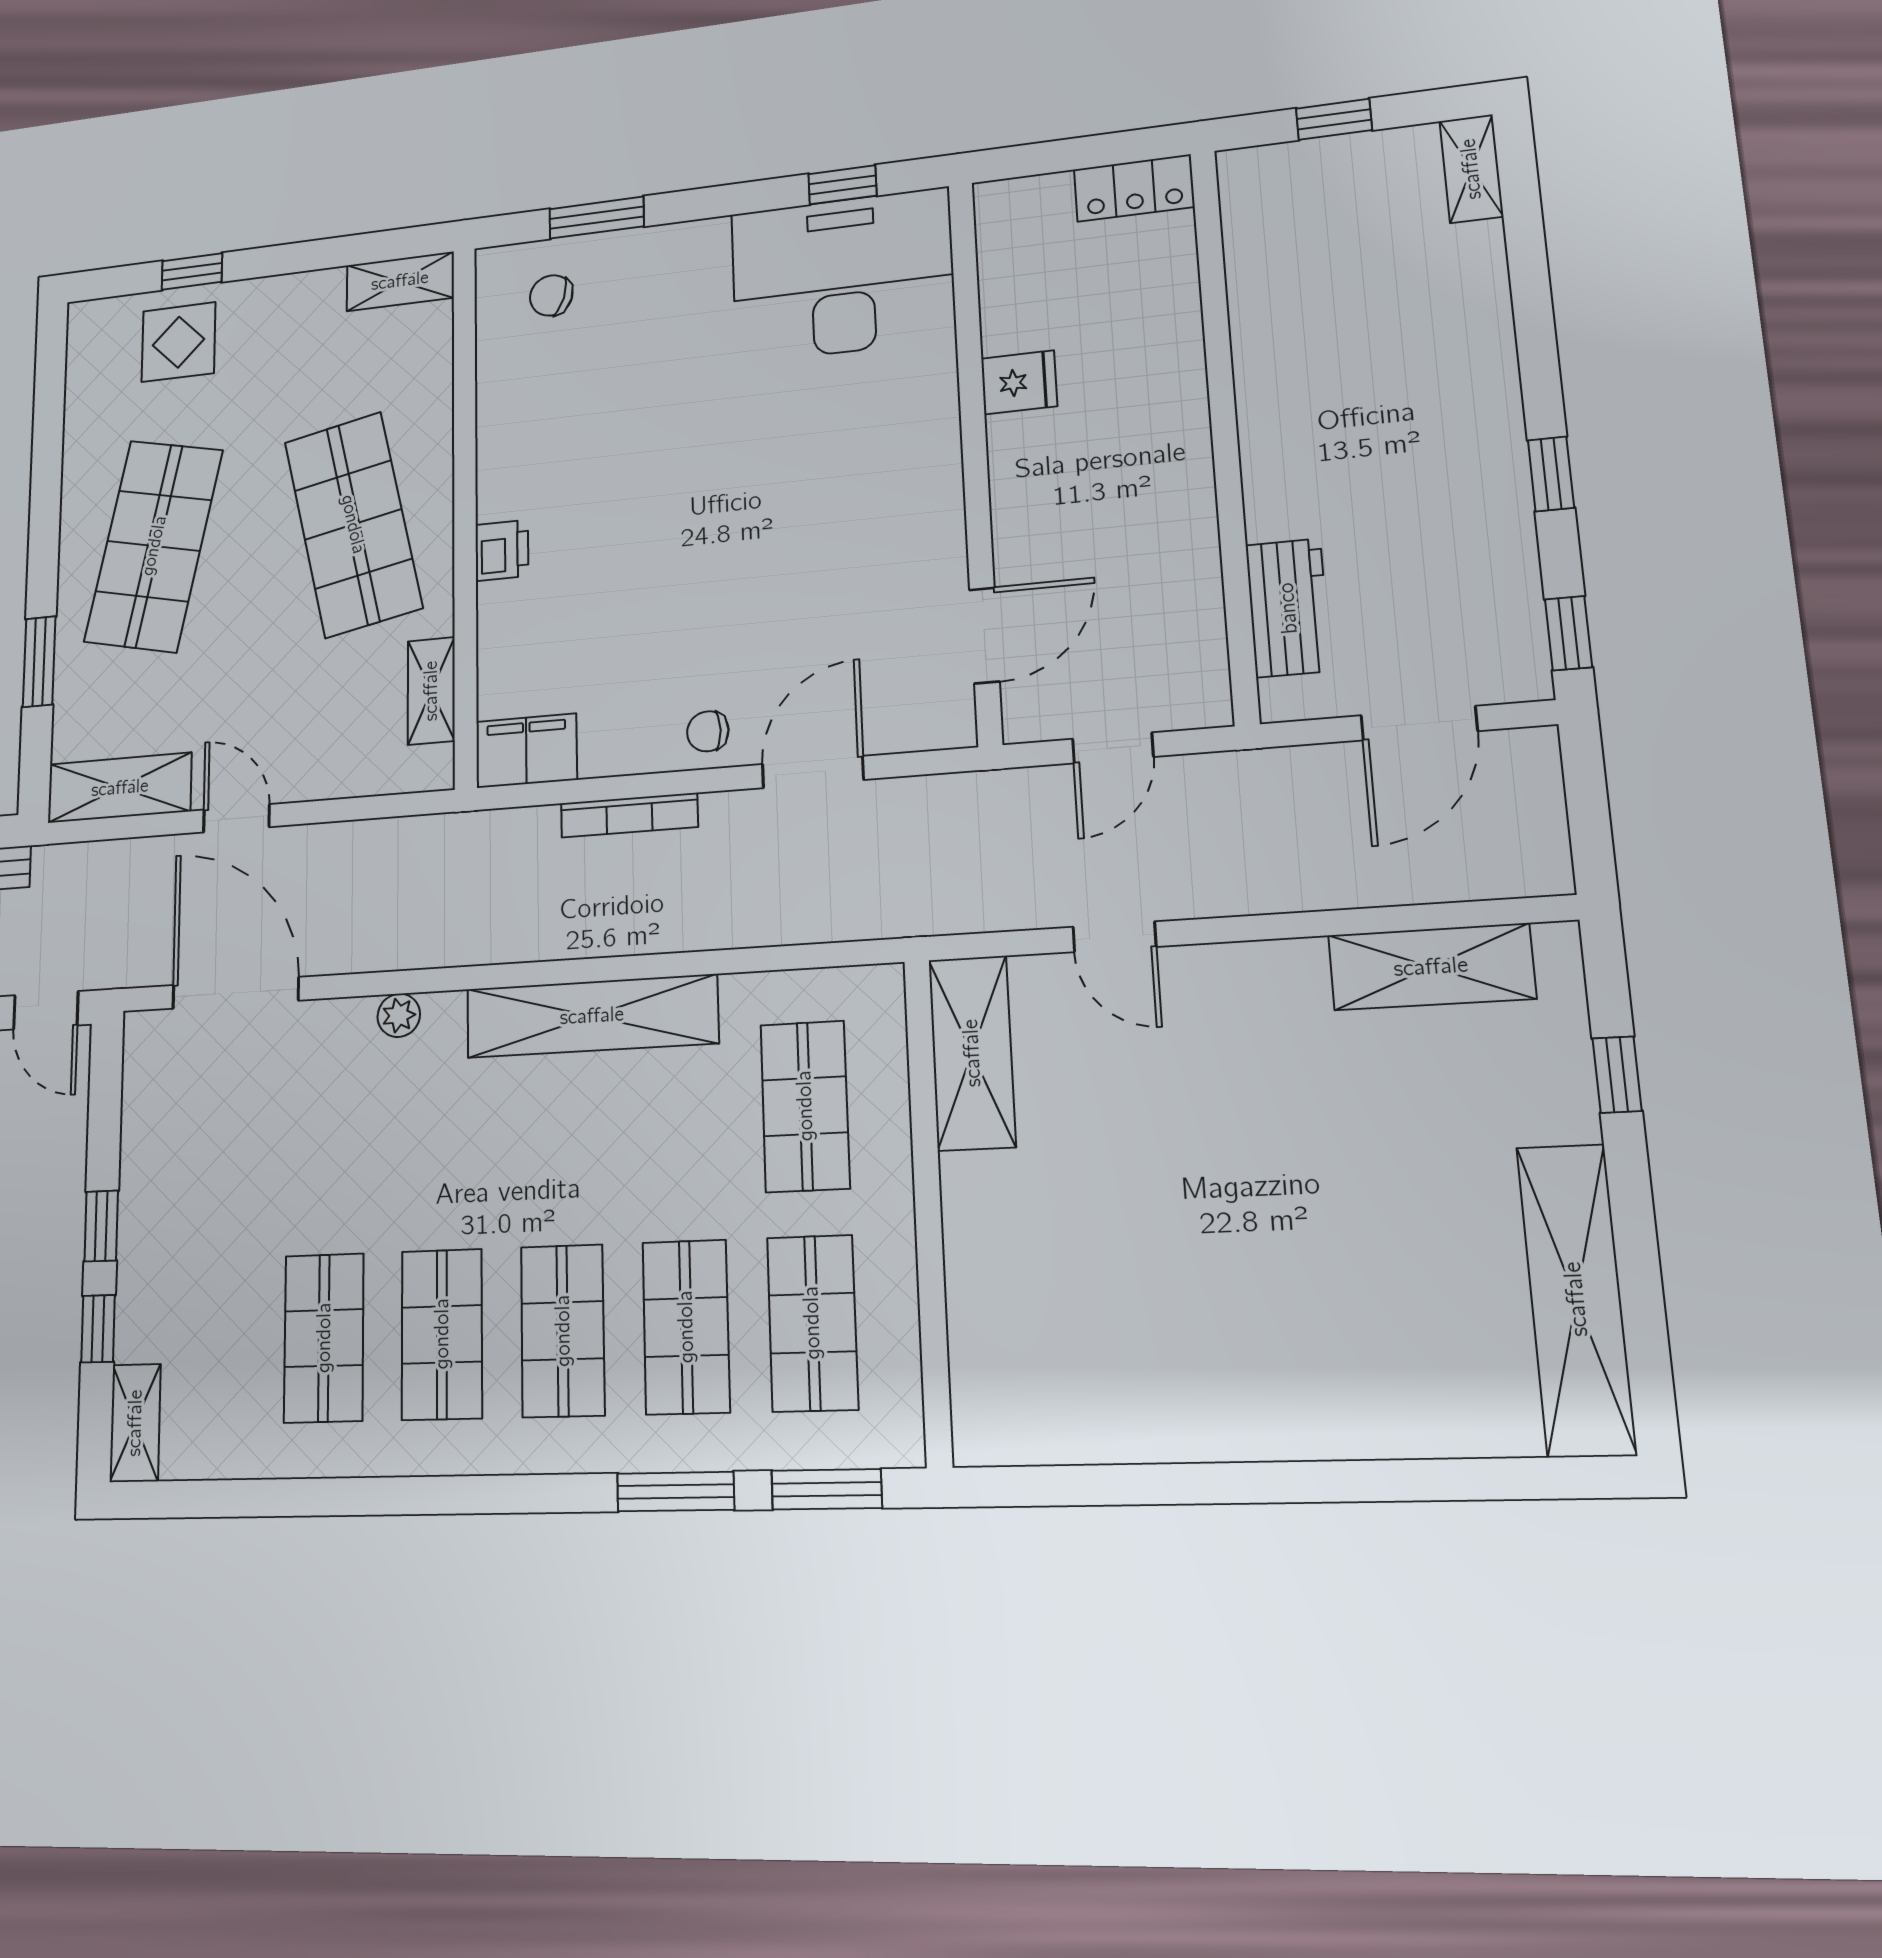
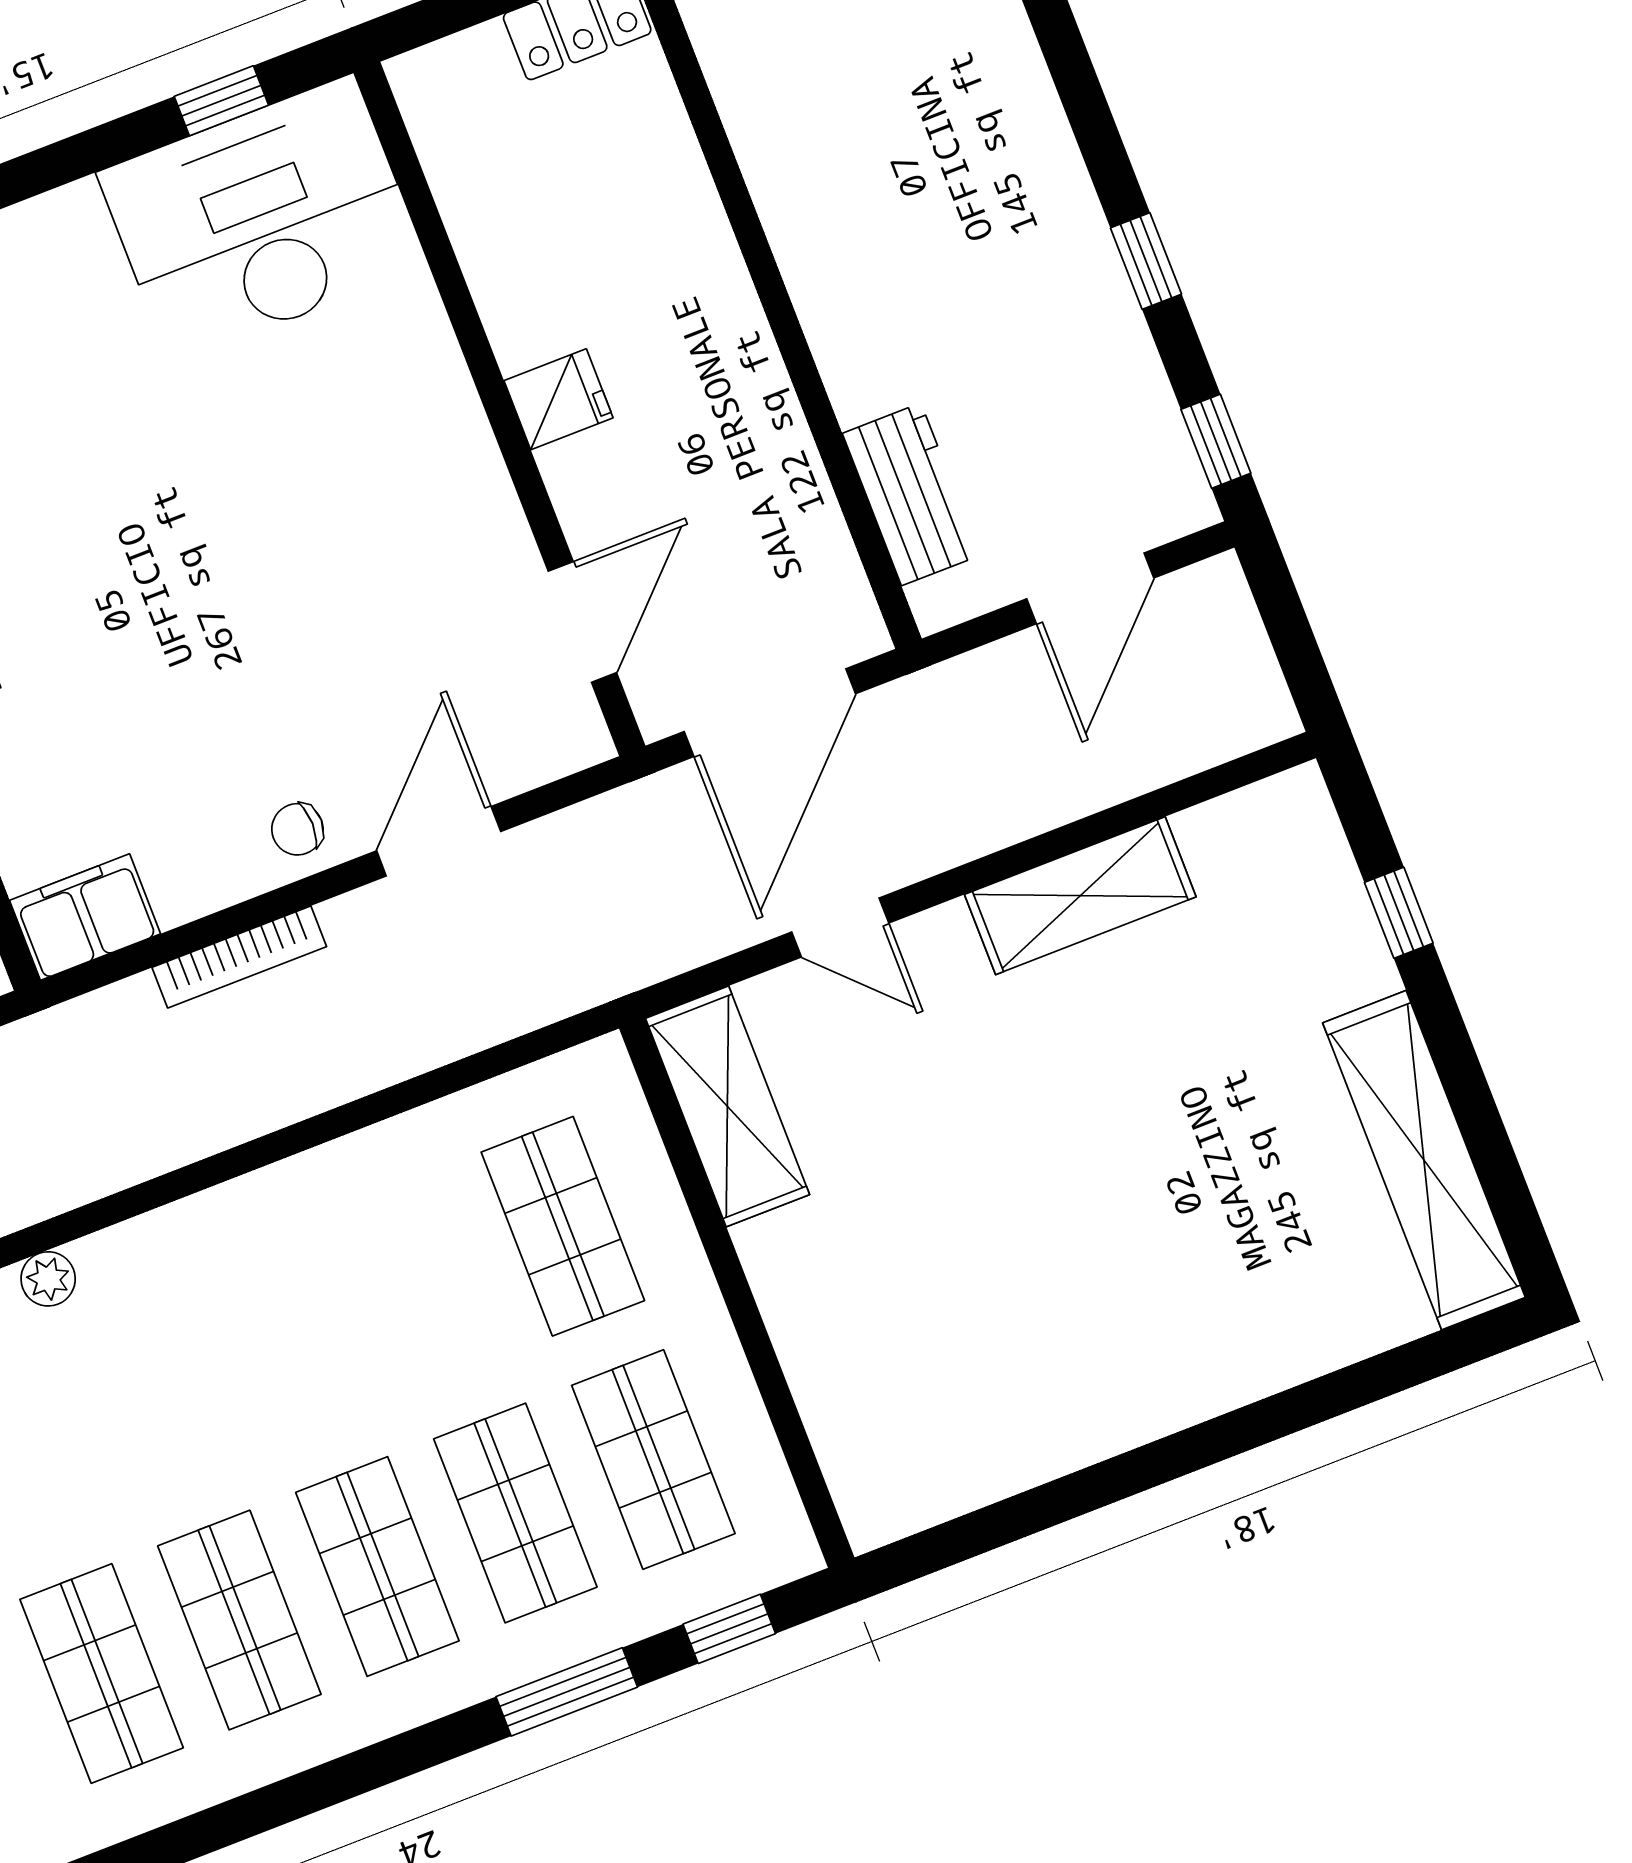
fridge: (1019, 382) -> (559, 399), moved
door: (1113, 748) -> (770, 713), width x1.88
shelving: (1431, 967) -> (1080, 896), moved
shelving: (592, 1016) -> (281, 1205), removed
window: (827, 1489) -> (729, 1629), width x0.67

